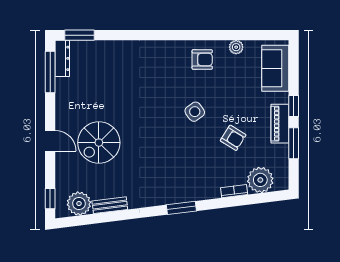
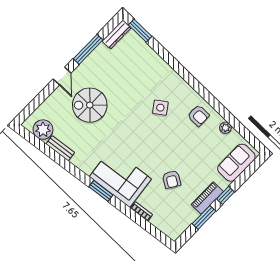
window: (50, 72) -> (88, 49), moved
side table: (195, 112) -> (160, 108), moved
corner sofa: (187, 180) -> (120, 178), added
plant: (260, 180) -> (163, 220), removed
window: (50, 199) -> (29, 110), removed

